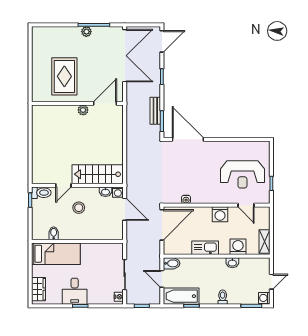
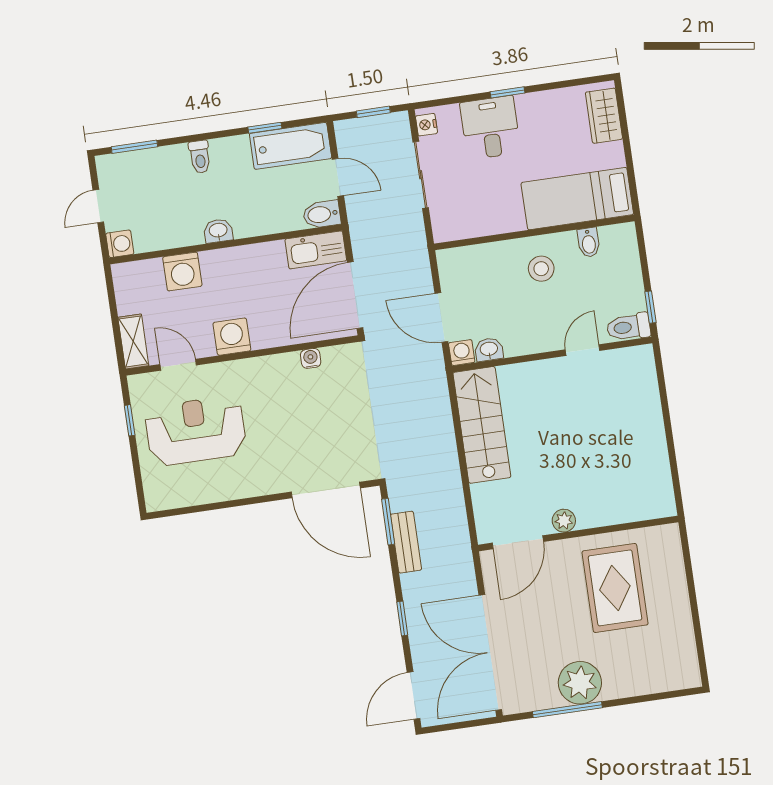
plant: (86, 32) -> (580, 683), width x1.88, depth x1.88
stairs: (98, 174) -> (482, 425), moved, turned -90
stool: (79, 208) -> (541, 269), moved
shelving: (265, 241) -> (133, 341), moved
kitchen sink: (205, 248) -> (316, 250), moved
washbasin: (232, 263) -> (218, 231), moved
desk: (75, 291) -> (490, 128), moved
washing machine: (264, 298) -> (120, 244), moved

